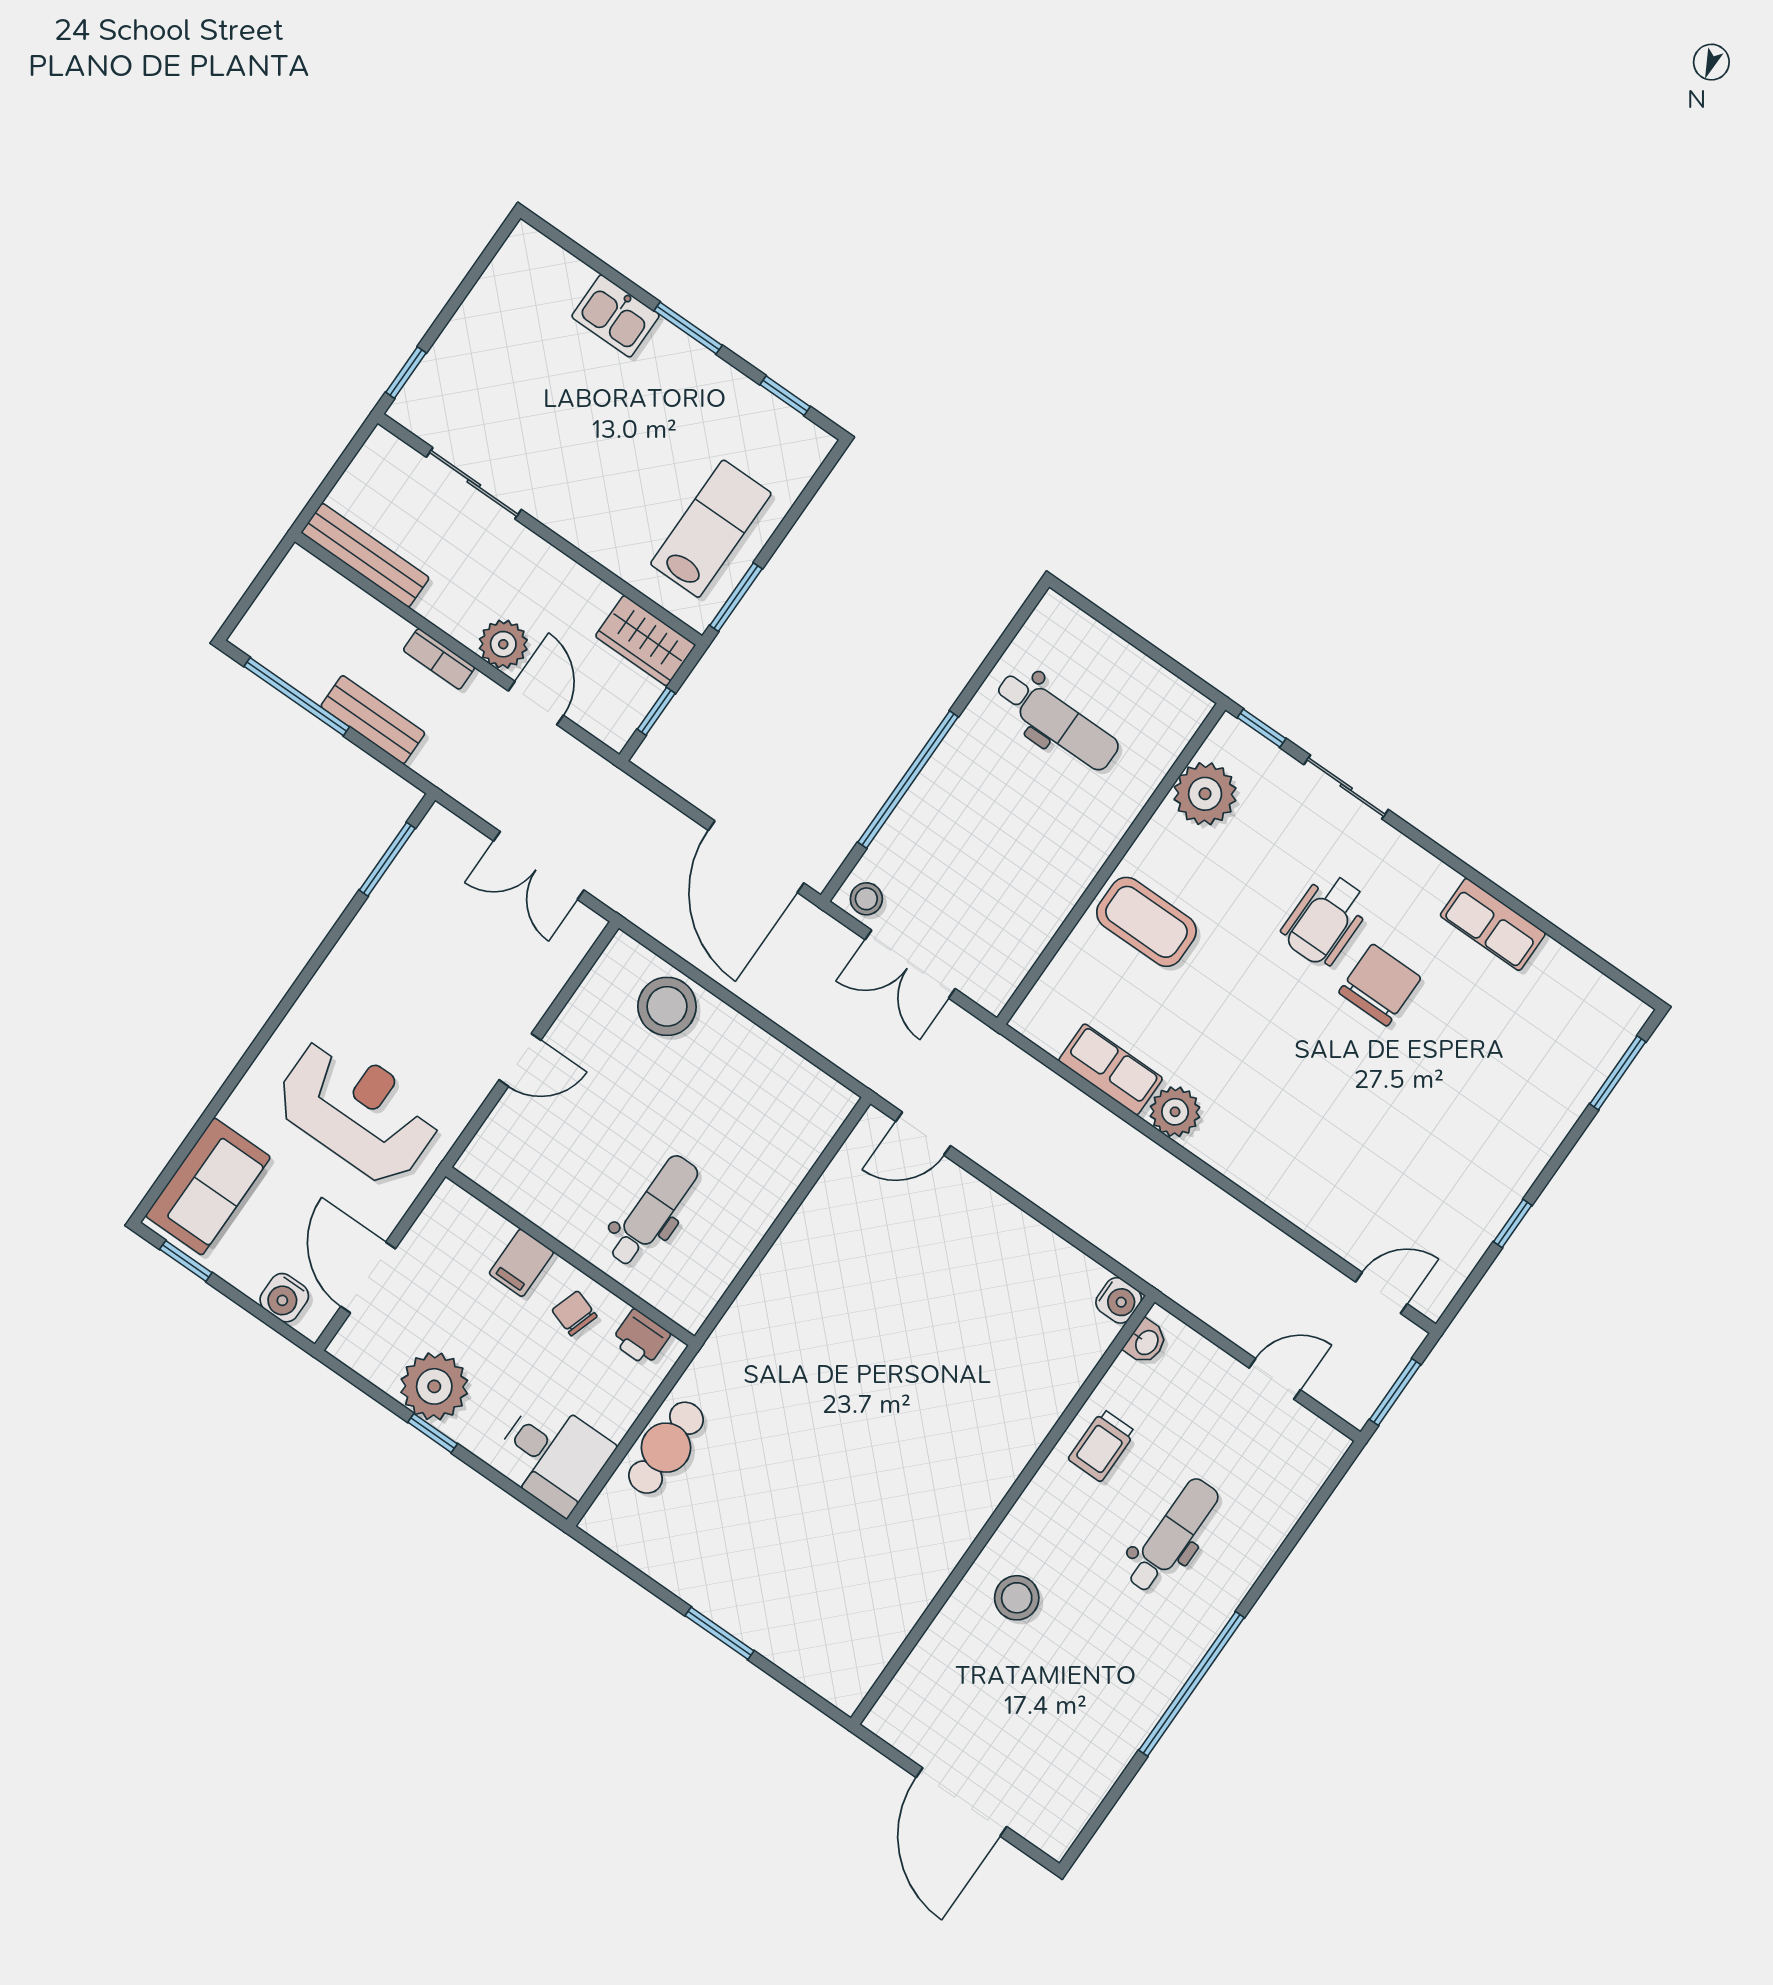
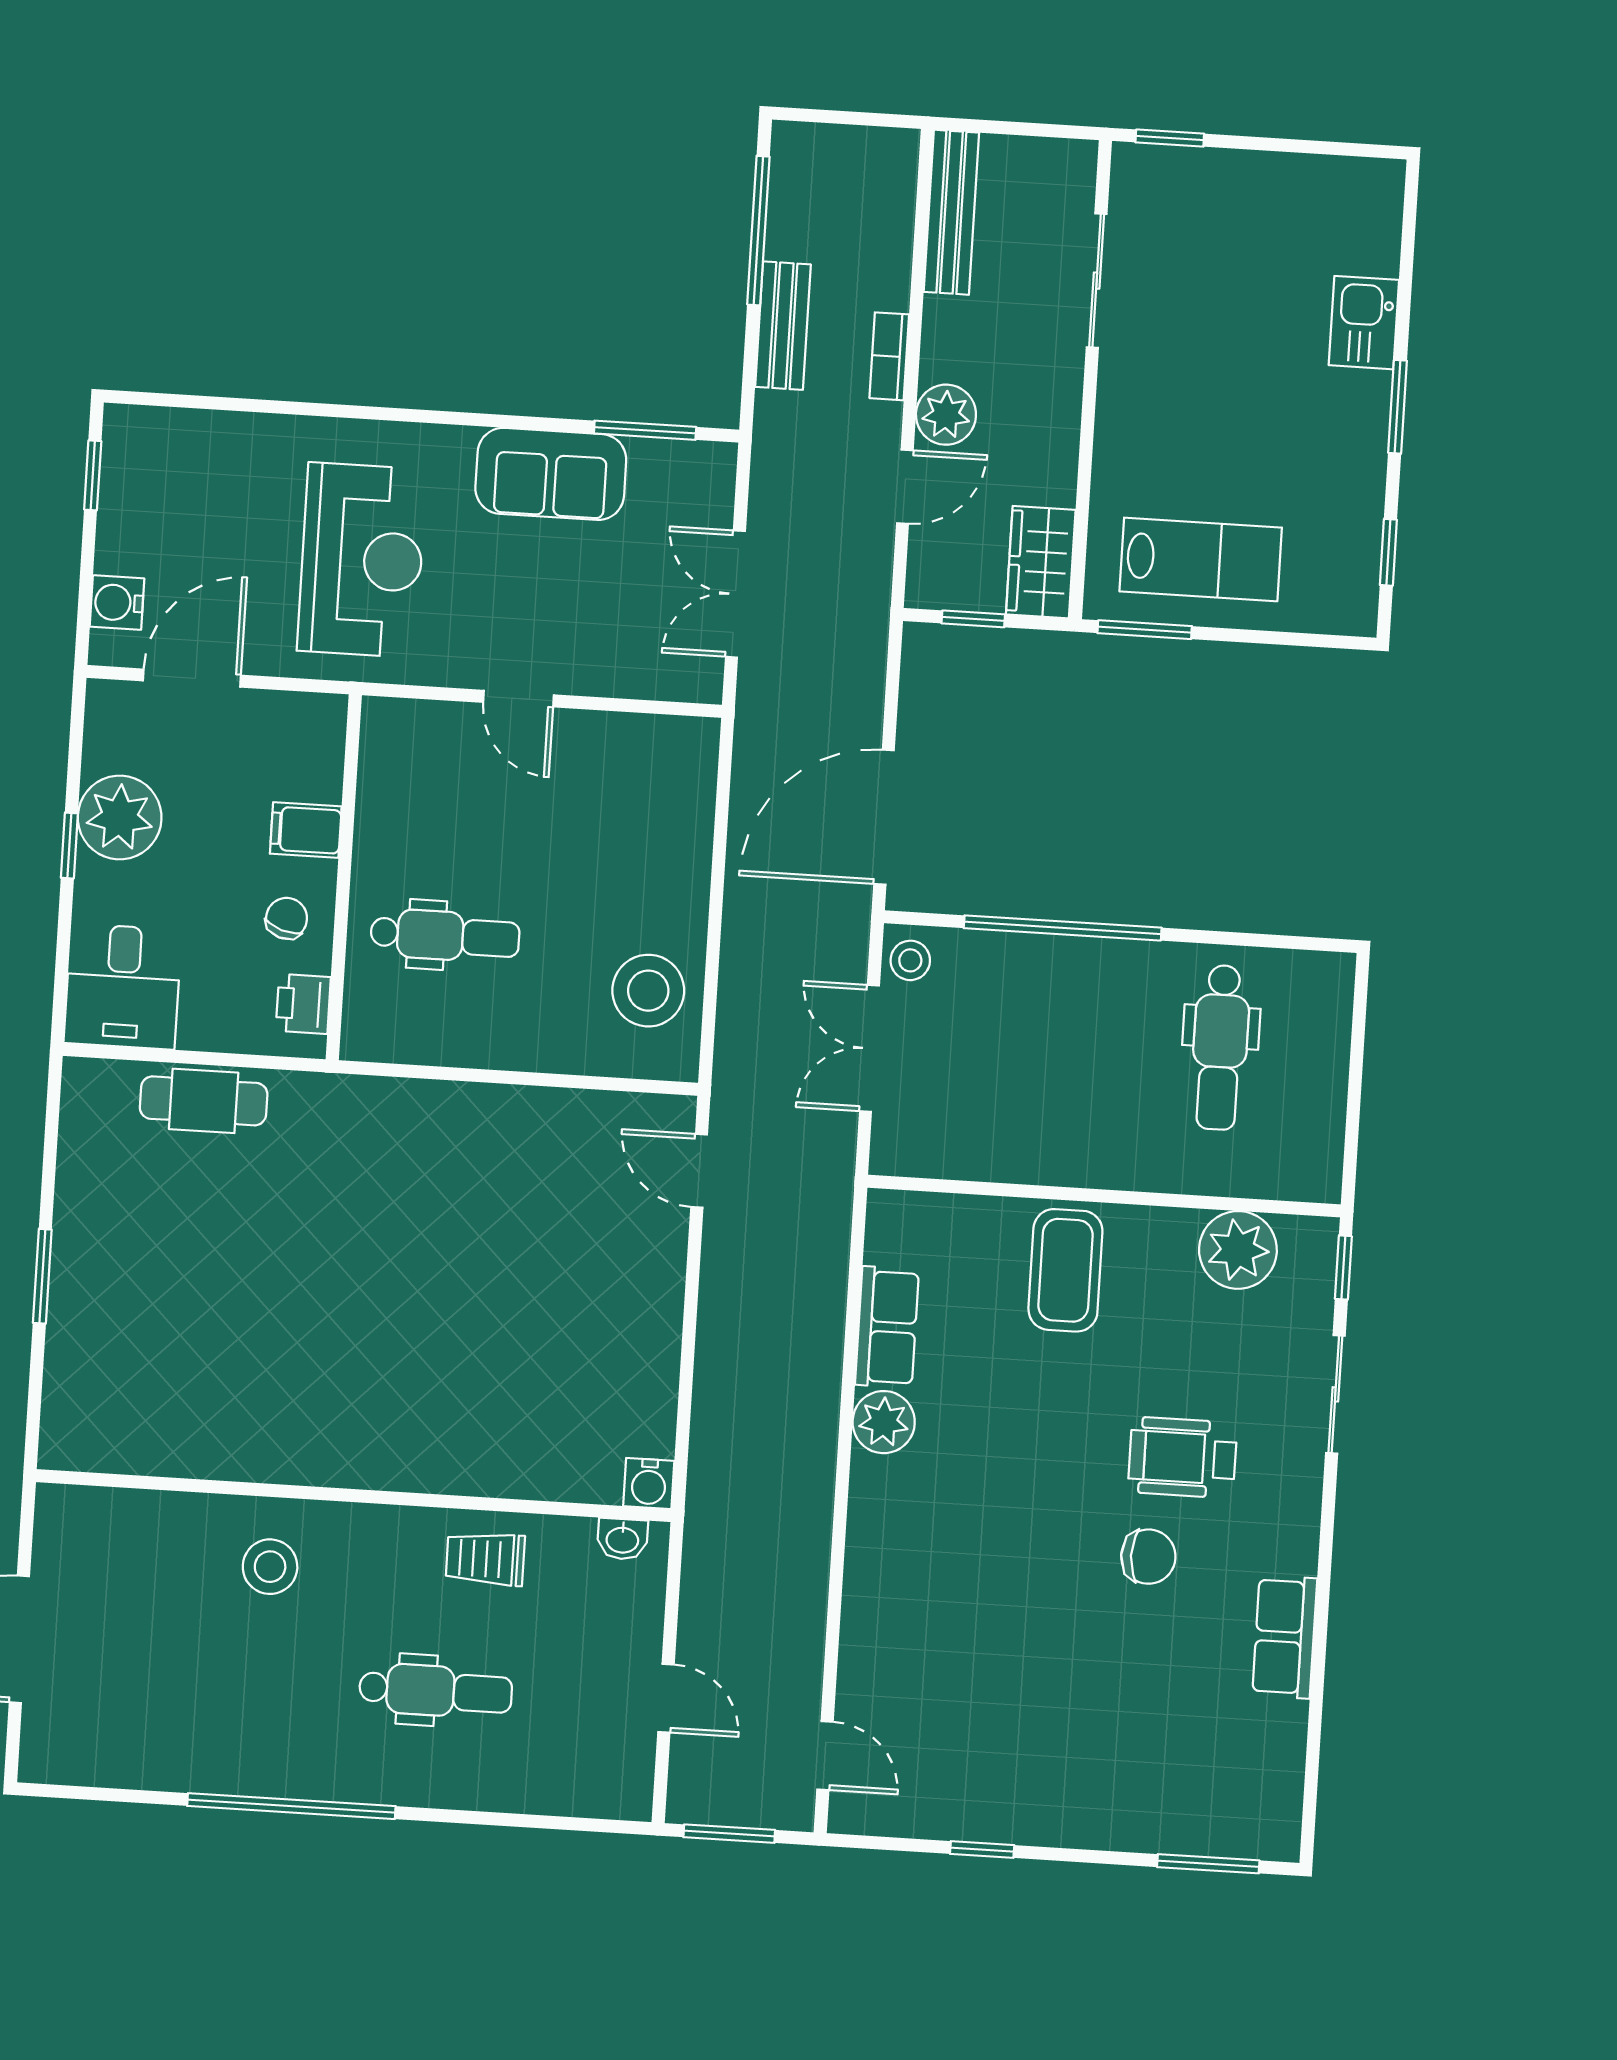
chair: (1380, 985) -> (1148, 1557), width x0.73, depth x0.73
stool: (667, 1006) -> (648, 991), moved
sofa: (208, 1186) -> (551, 474), moved

